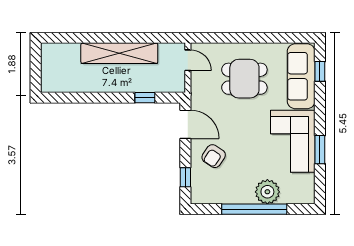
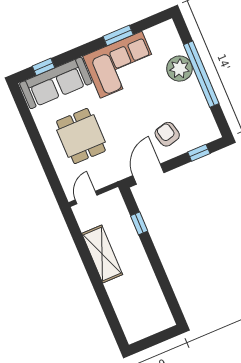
shelving: (119, 53) -> (102, 254), width x0.68
armchair: (214, 156) -> (167, 134), turned -138

